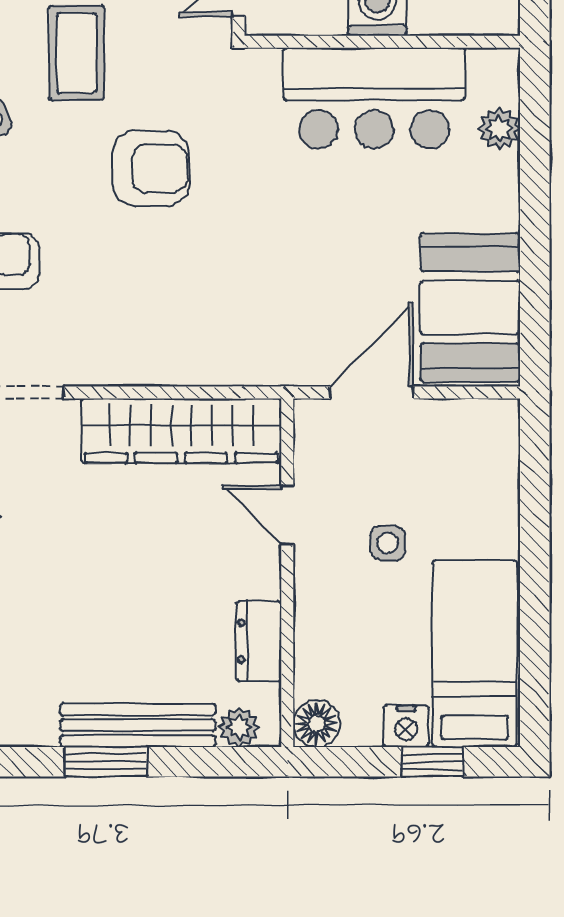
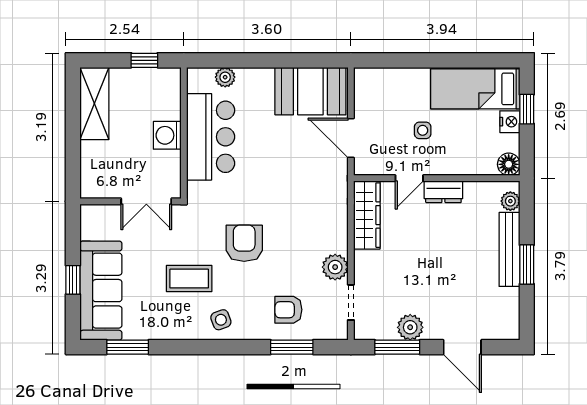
plant: (101, 359) -> (335, 267), added
wardrobe: (181, 431) -> (367, 215), width x0.71, depth x0.85
dresser: (259, 641) -> (443, 192), moved

